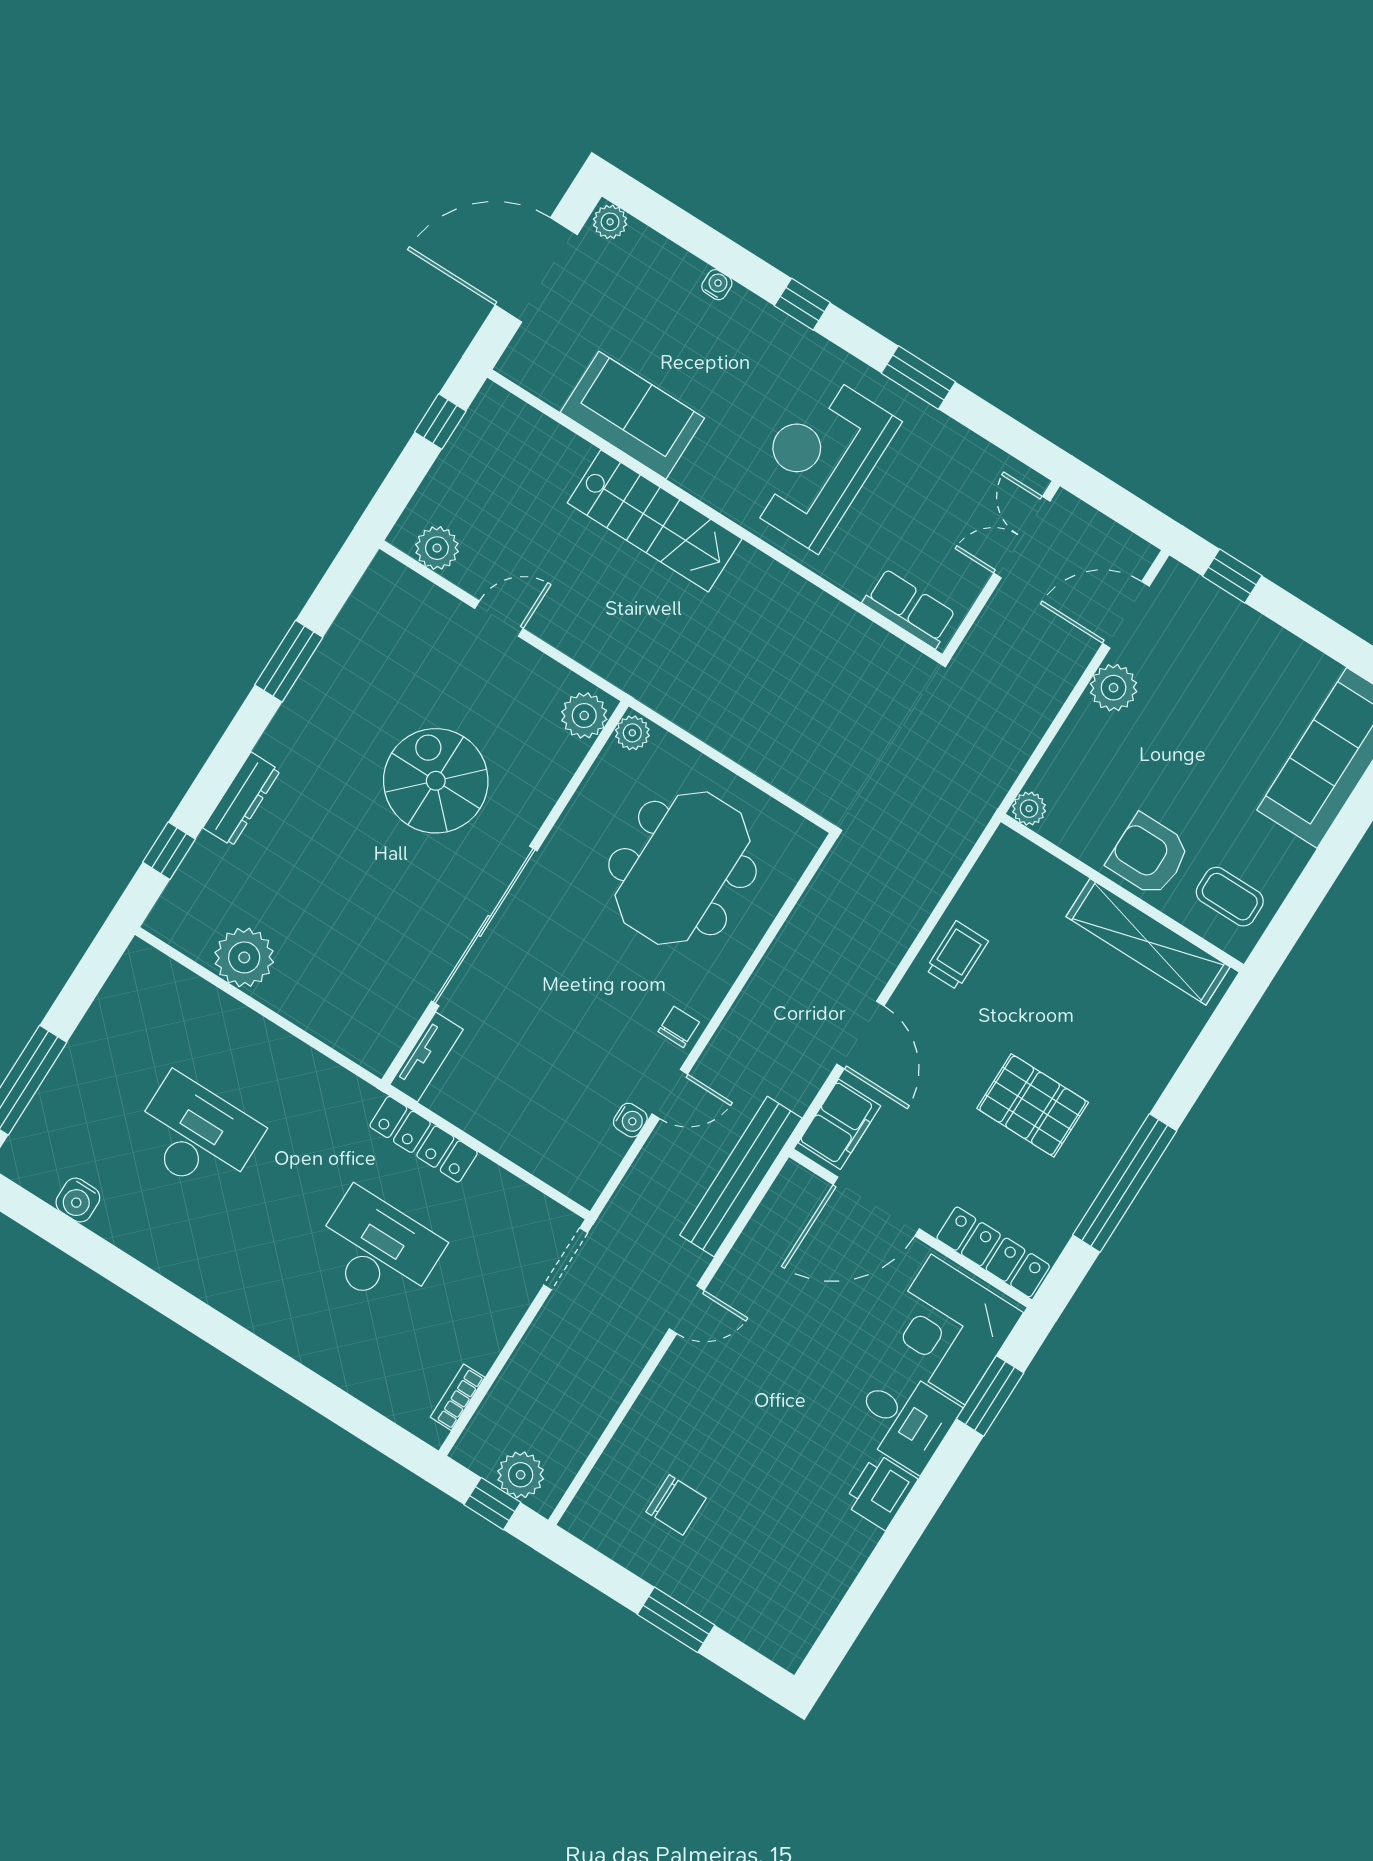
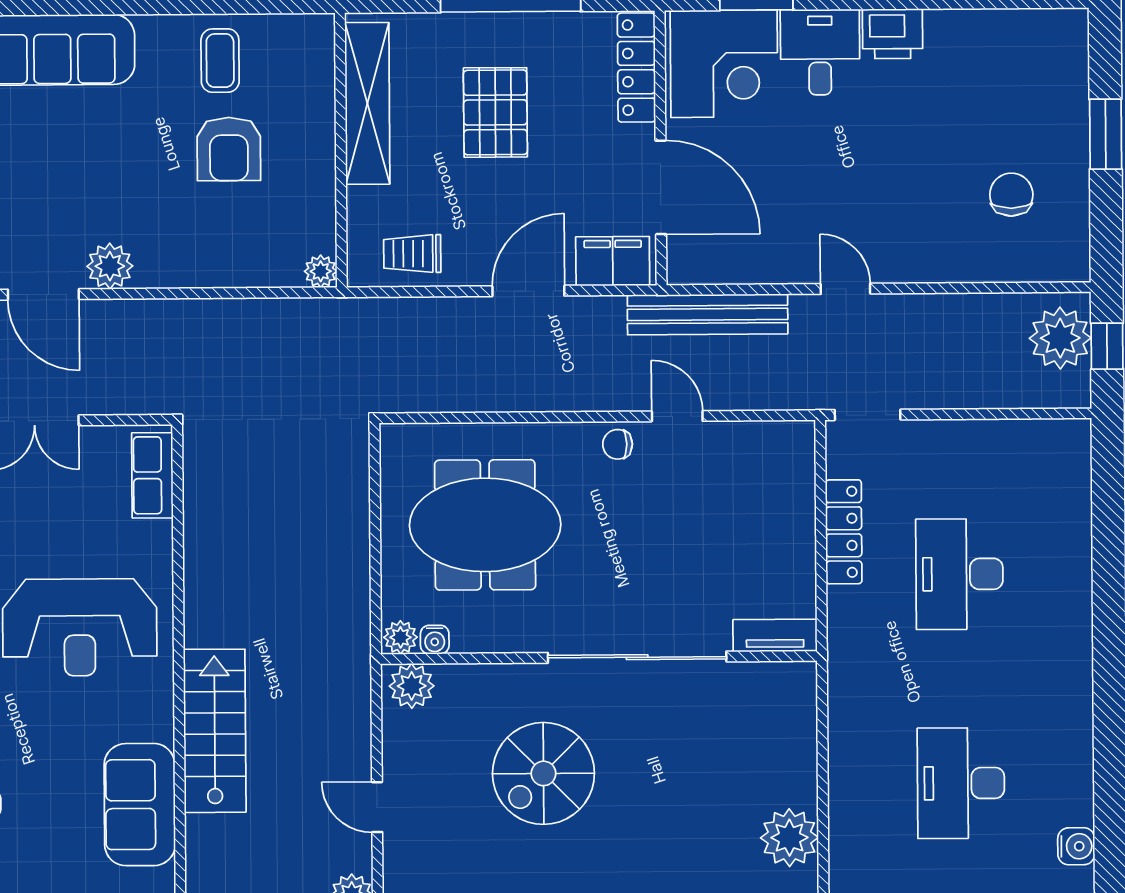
plant: (1029, 809) -> (321, 271), moved
wall: (1122, 893) -> (341, 150), moved
shelving: (1148, 942) -> (367, 103), moved
water cooler: (630, 1120) -> (435, 640), moved, turned 180
locker: (424, 1139) -> (844, 532), moved
bookcase: (458, 1397) -> (1038, 431), removed
plant: (521, 1475) -> (1060, 338), width x1.36, depth x1.36

